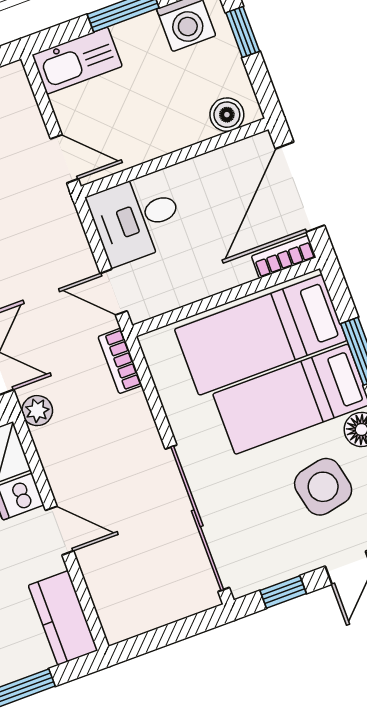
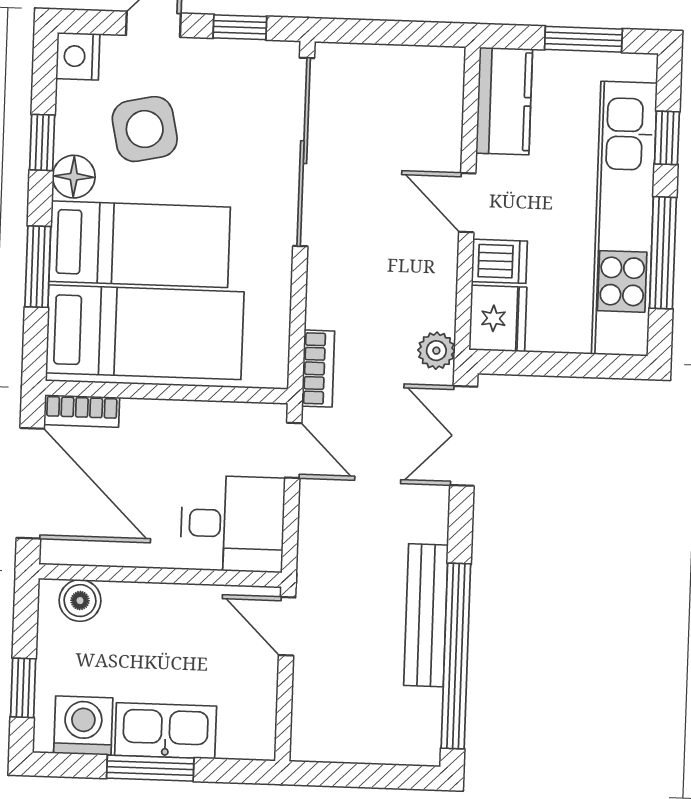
kitchen sink: (77, 61) -> (166, 731), moved
door: (300, 187) -> (30, 483), hinge flipped

